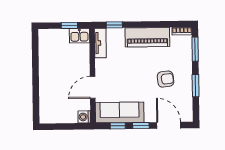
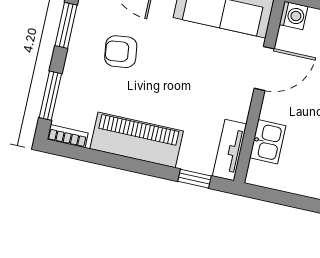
window: (69, 25) -> (281, 198), removed
kitchen sink: (79, 36) -> (268, 142), moved, turned 90

